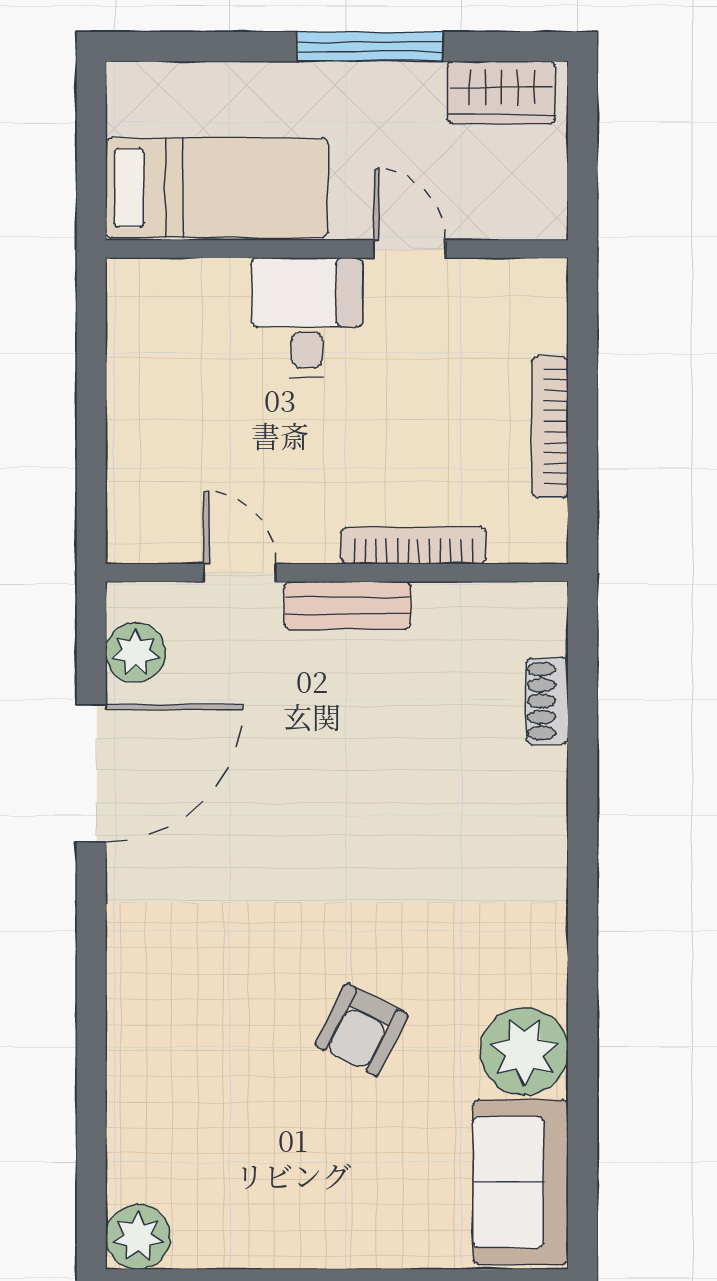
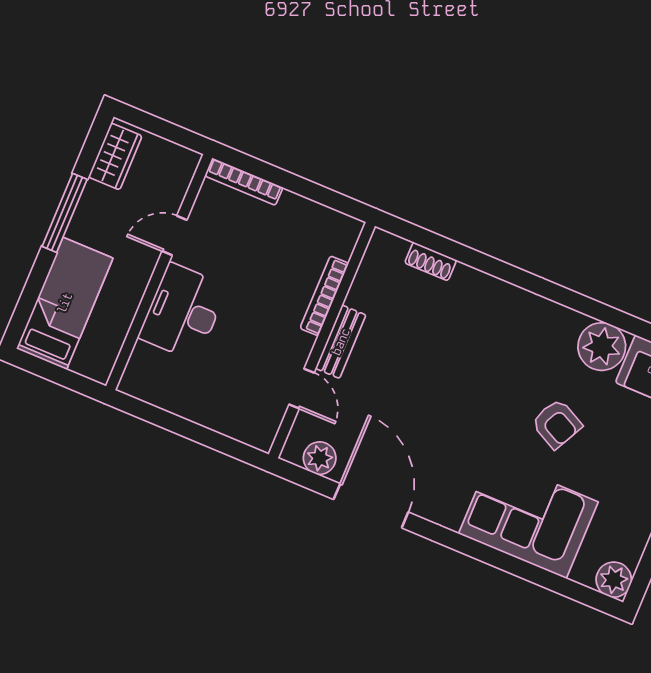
bed: (217, 188) -> (65, 303), moved
desk: (307, 318) -> (183, 312), width x1.37
bookcase: (550, 427) -> (244, 182), moved
door: (240, 573) -> (302, 389), swing flipped
corner sofa: (182, 1048) -> (528, 518), added

